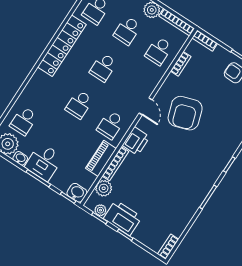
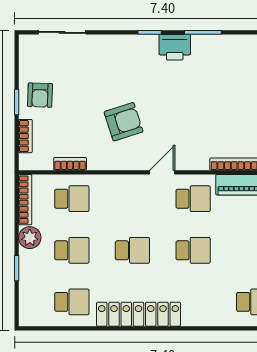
bookcase: (205, 41) -> (25, 136), moved
door: (146, 106) -> (162, 172), moved
armchair: (185, 113) -> (124, 122), width x0.73, depth x0.73
printer: (136, 141) -> (175, 47), moved, turned 180

